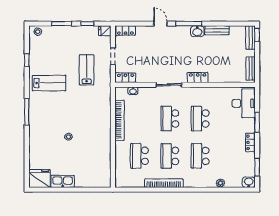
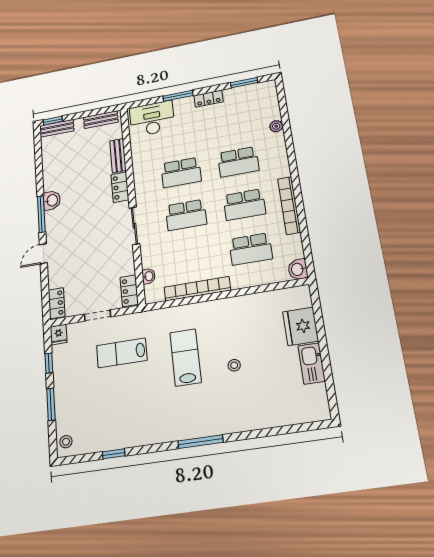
bench: (217, 30) -> (118, 156), moved
lab bench: (49, 83) -> (185, 357), moved
fridge: (39, 179) -> (301, 326), moved
washbasin: (249, 182) -> (298, 269), moved

